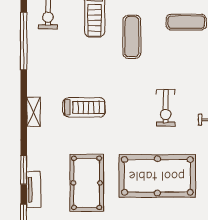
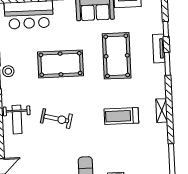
exercise bike: (166, 108) -> (56, 119), turned 104
pool table: (157, 176) -> (61, 64), width x0.73, depth x0.76

